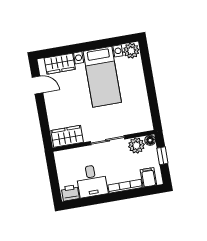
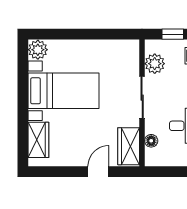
door: (37, 85) -> (98, 172), moved
floor lamp: (150, 140) -> (151, 141), moved

